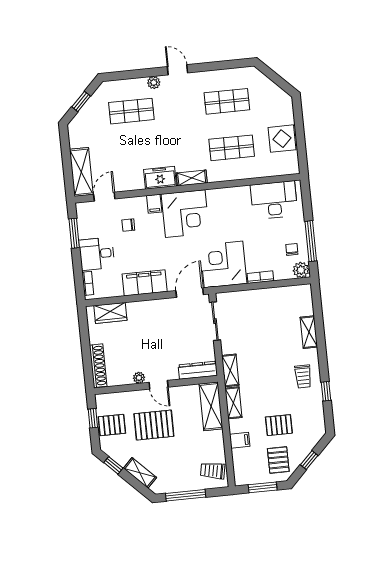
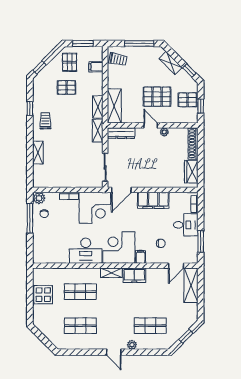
desk: (274, 200) -> (86, 251), moved
wardrobe: (110, 313) -> (191, 172), moved, turned -90
filing cabinet: (240, 440) -> (96, 67), moved
window: (309, 460) -> (39, 67), moved

